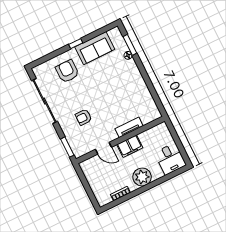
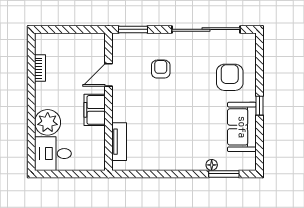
armchair: (67, 71) -> (230, 77), turned -90
tv unit: (129, 127) -> (119, 142), moved
plant: (142, 177) -> (48, 122), moved

